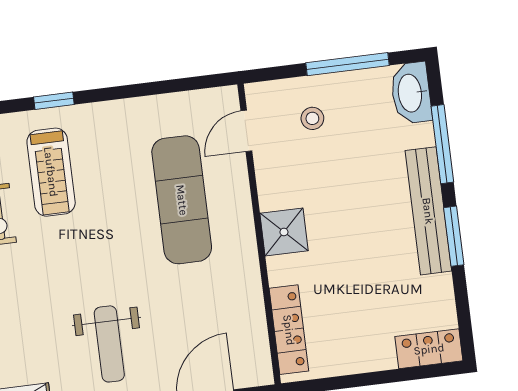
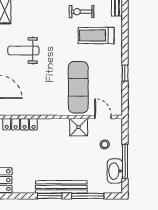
washbasin: (411, 93) -> (115, 171), moved, turned -90
window: (54, 101) -> (125, 73), moved
exercise mat: (182, 200) -> (78, 87), turned 90
shower: (284, 232) -> (79, 127), moved

